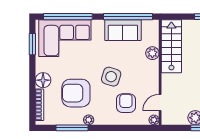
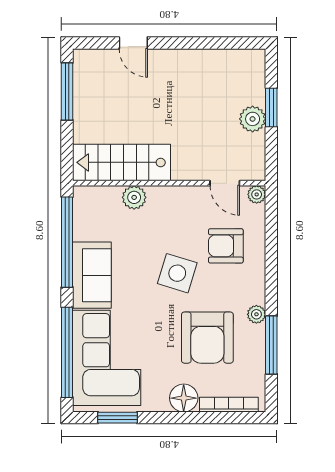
sofa: (123, 30) -> (92, 275), moved

